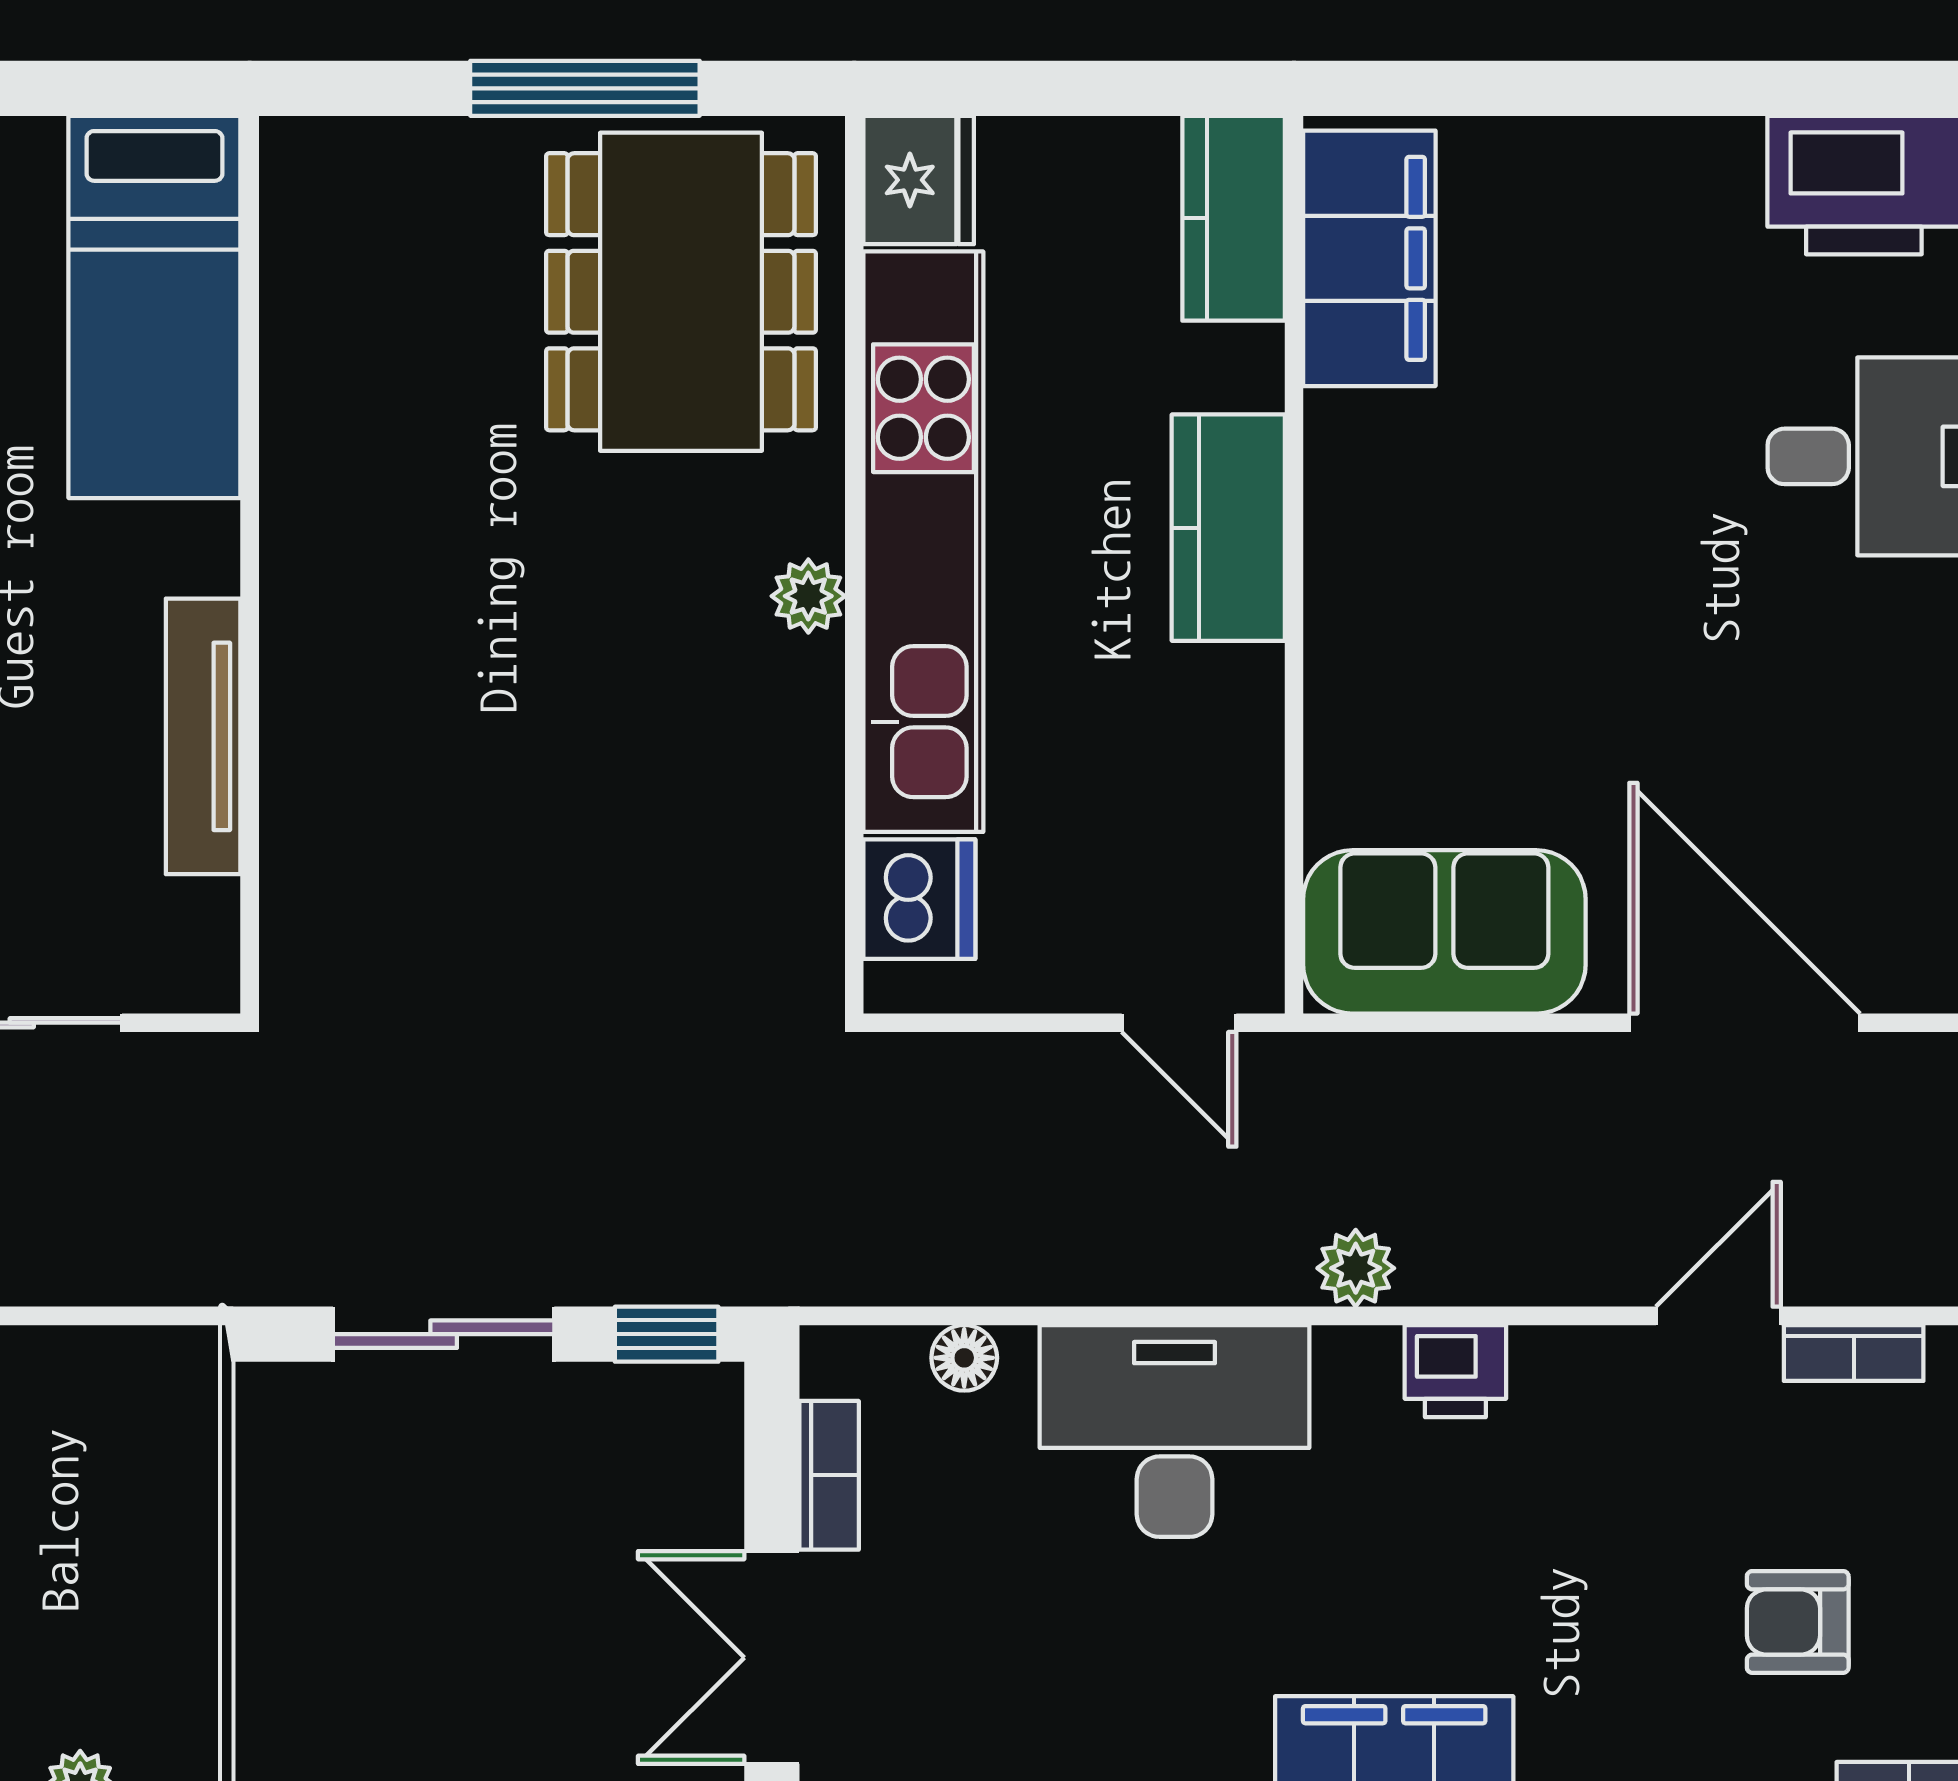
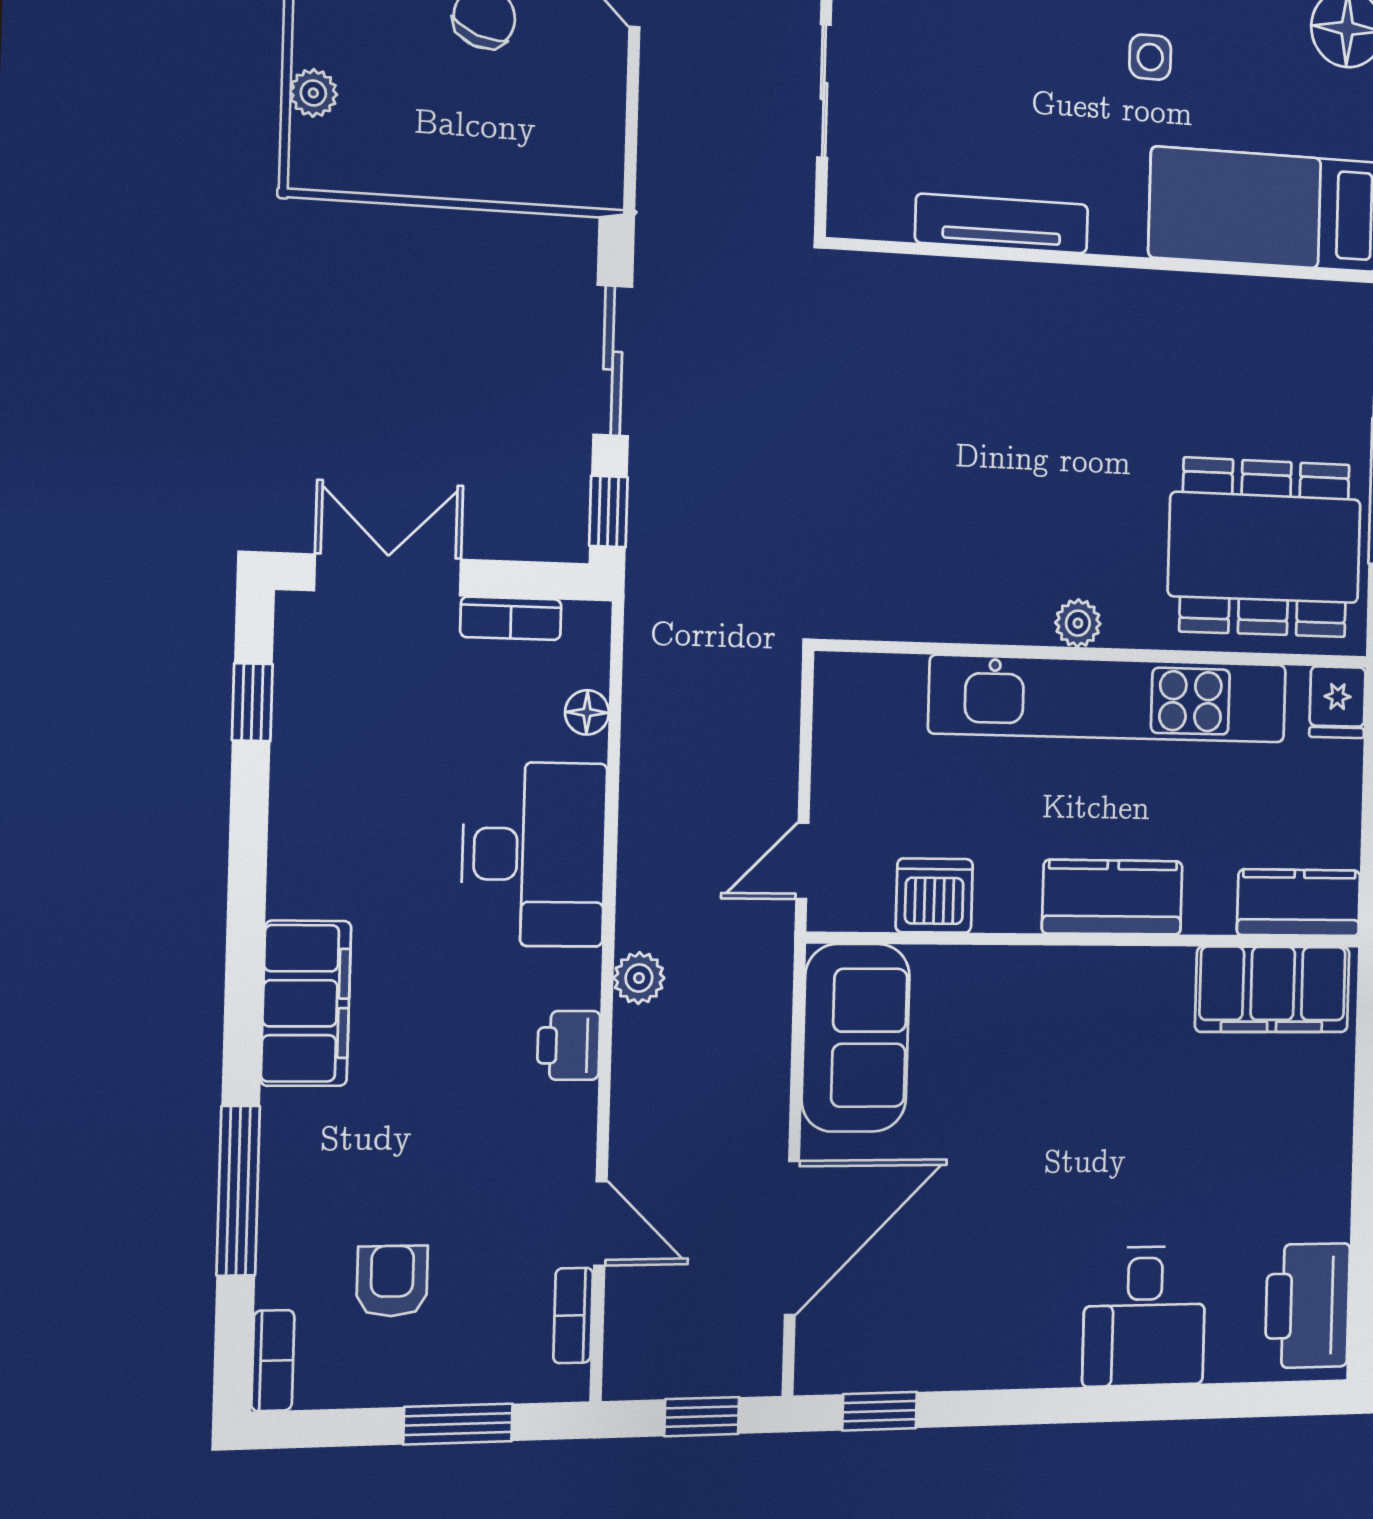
fridge: (919, 180) -> (1337, 702), width x0.72
dishwasher: (919, 899) -> (934, 896), moved, turned 180

